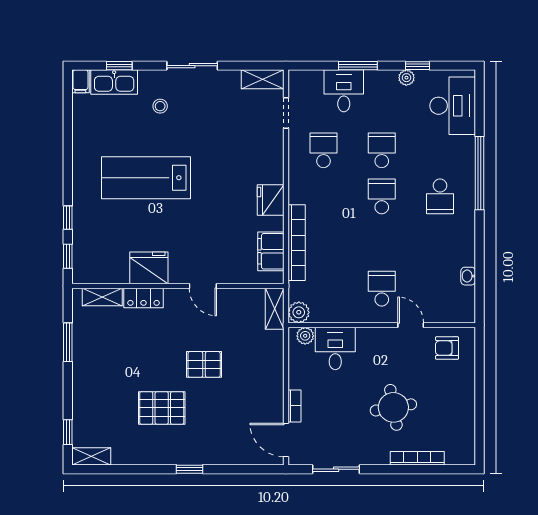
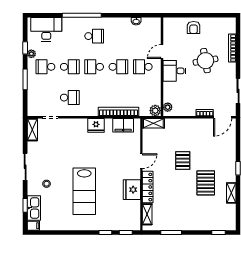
desk: (344, 91) -> (38, 87), removed
school desk: (382, 104) -> (45, 67), added
school desk: (323, 150) -> (70, 98), turned 180
school desk: (382, 150) -> (70, 67), turned 180
school desk: (382, 242) -> (118, 67), added
locker: (144, 298) -> (148, 187), width x1.53
desk: (335, 348) -> (174, 71), moved
armchair: (447, 348) -> (194, 27), moved
shelving: (91, 456) -> (231, 193), moved

